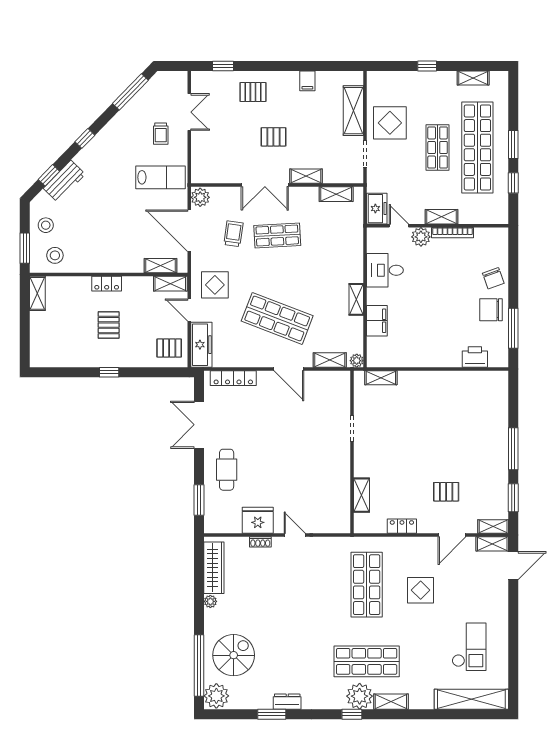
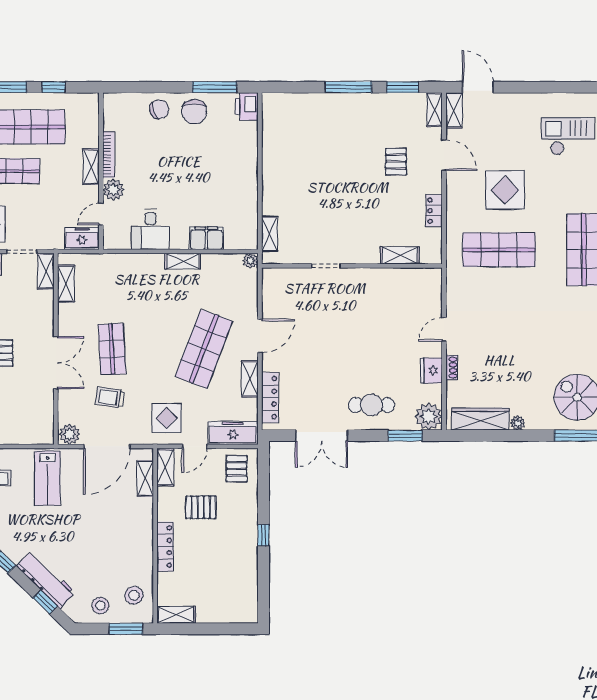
shelving: (306, 176) -> (46, 271), moved
lab bench: (161, 177) -> (47, 478), turned 180
workbench: (64, 181) -> (46, 579), width x1.38
locker: (107, 284) -> (165, 547), width x1.53
pallet: (109, 325) -> (201, 507), moved
printer: (475, 357) -> (247, 106), moved
shelving: (330, 360) -> (250, 379), moved
fridge: (258, 520) -> (431, 370), width x0.73, depth x0.75
plant: (216, 521) -> (429, 417), added
display table: (421, 590) -> (505, 190), width x1.36, depth x1.36

